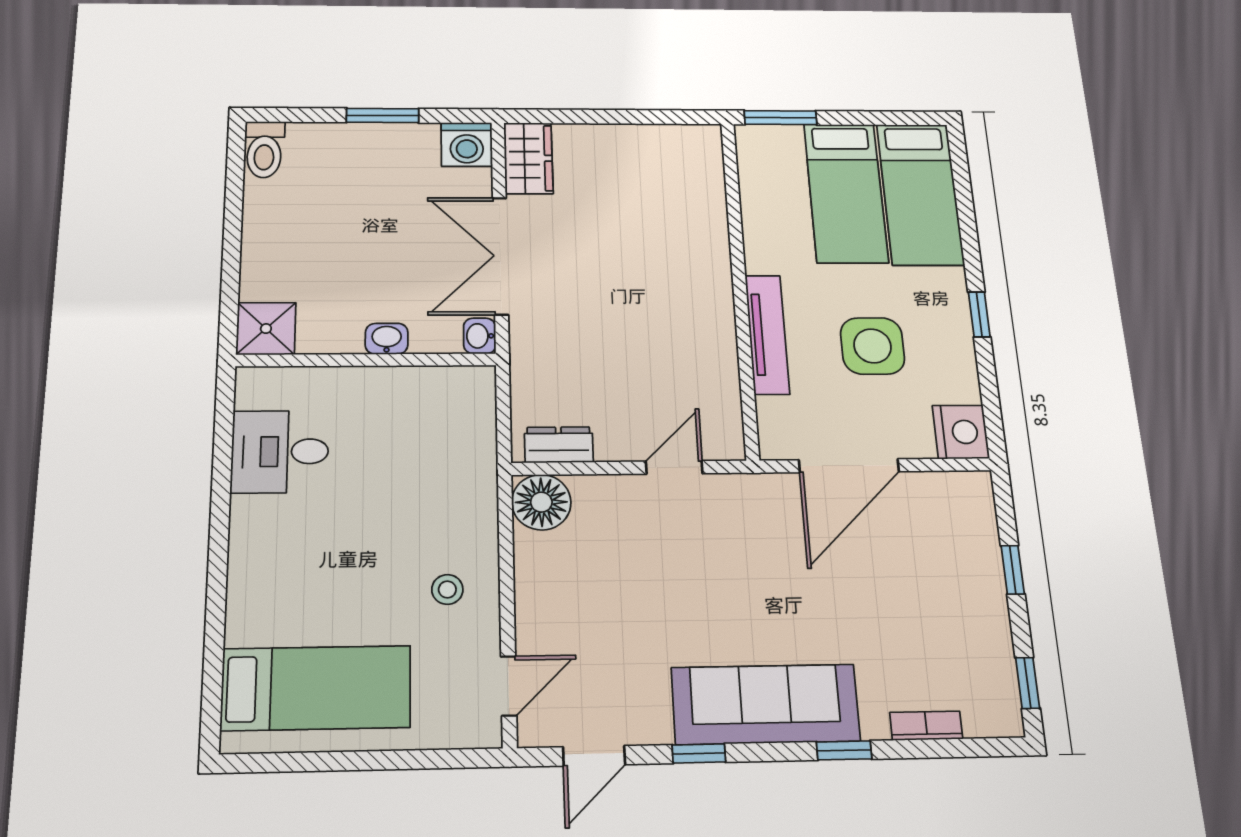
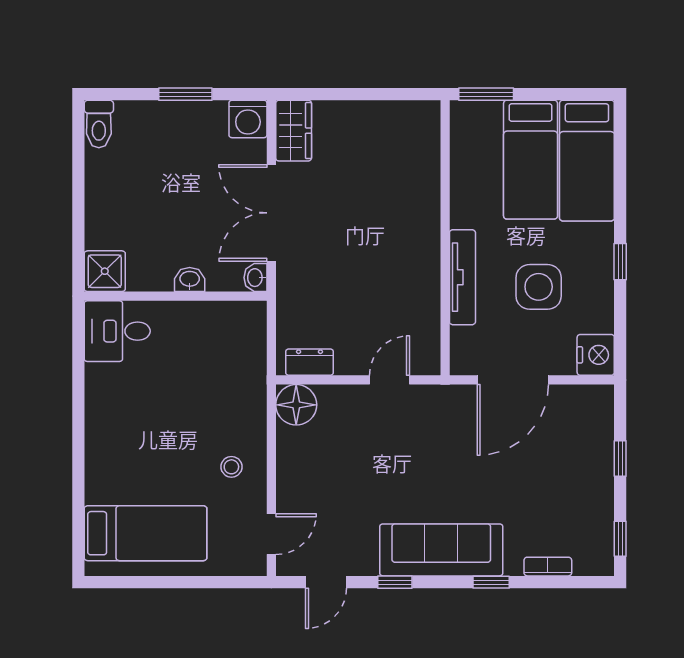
desk: (280, 452) -> (117, 331), moved

